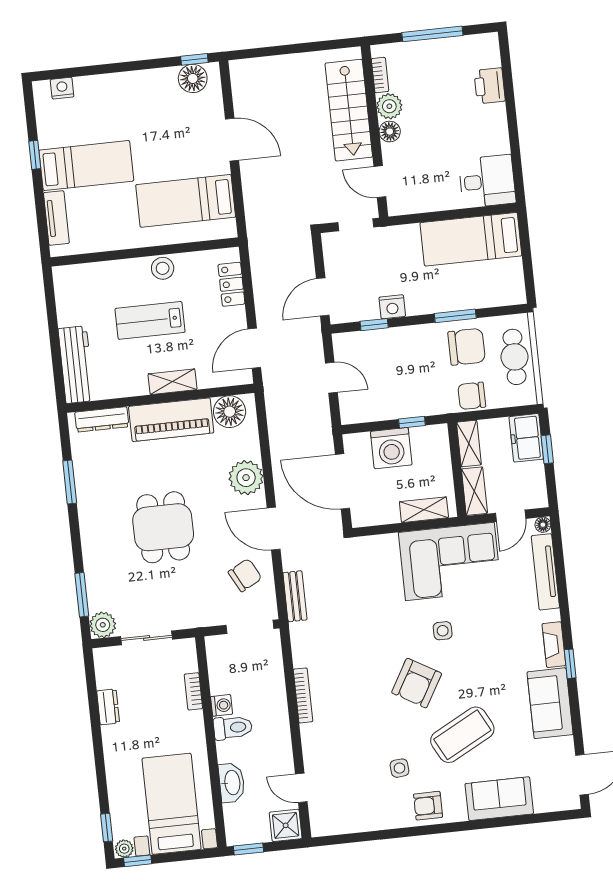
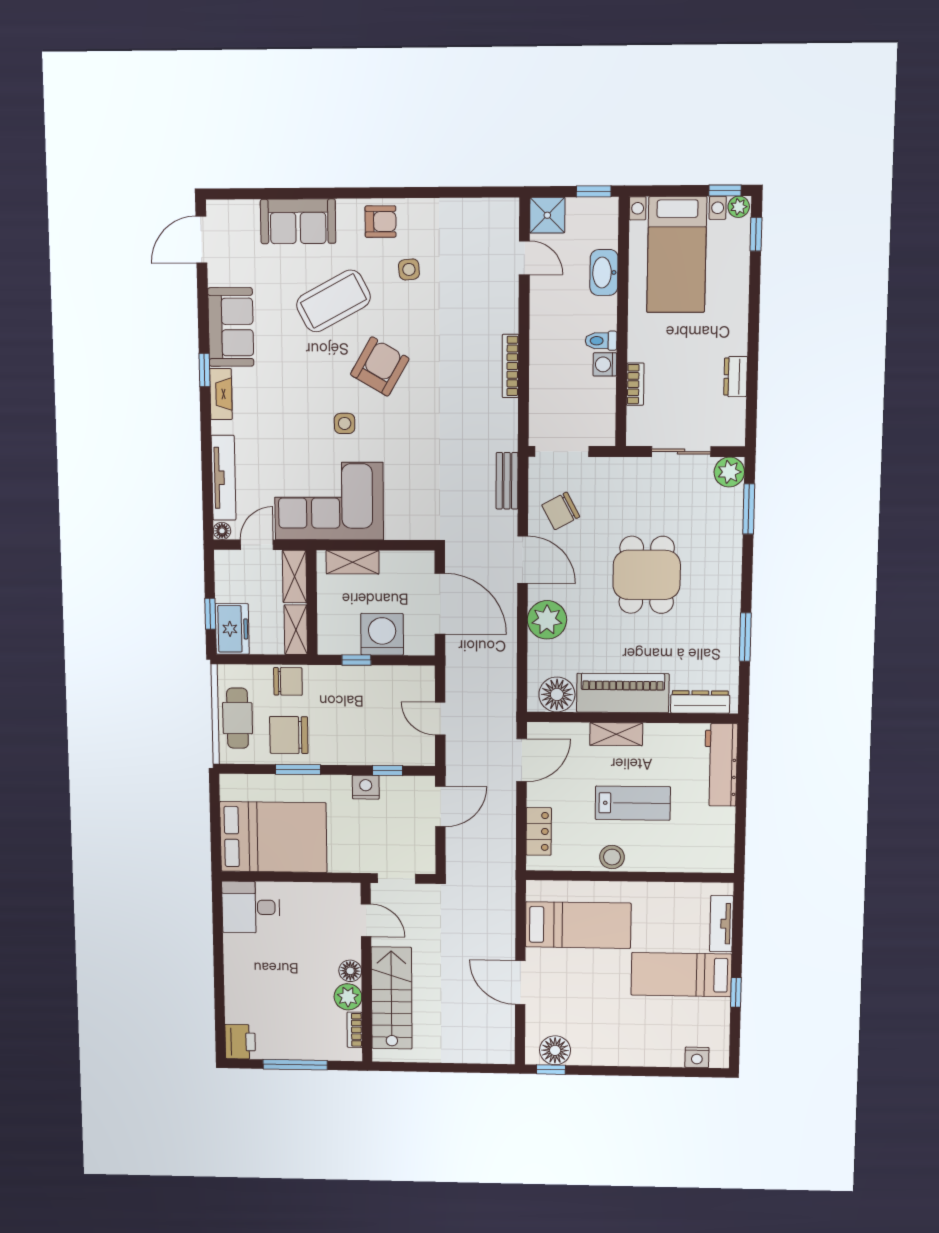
printer: (490, 86) -> (240, 1042), moved
bed: (471, 239) -> (273, 837), width x1.50
toilet: (233, 728) -> (601, 341), width x0.73, depth x0.72

